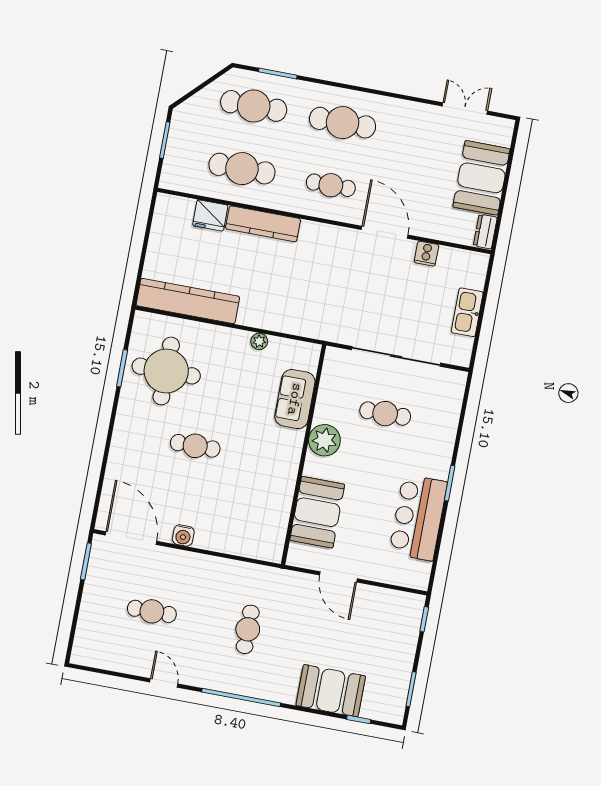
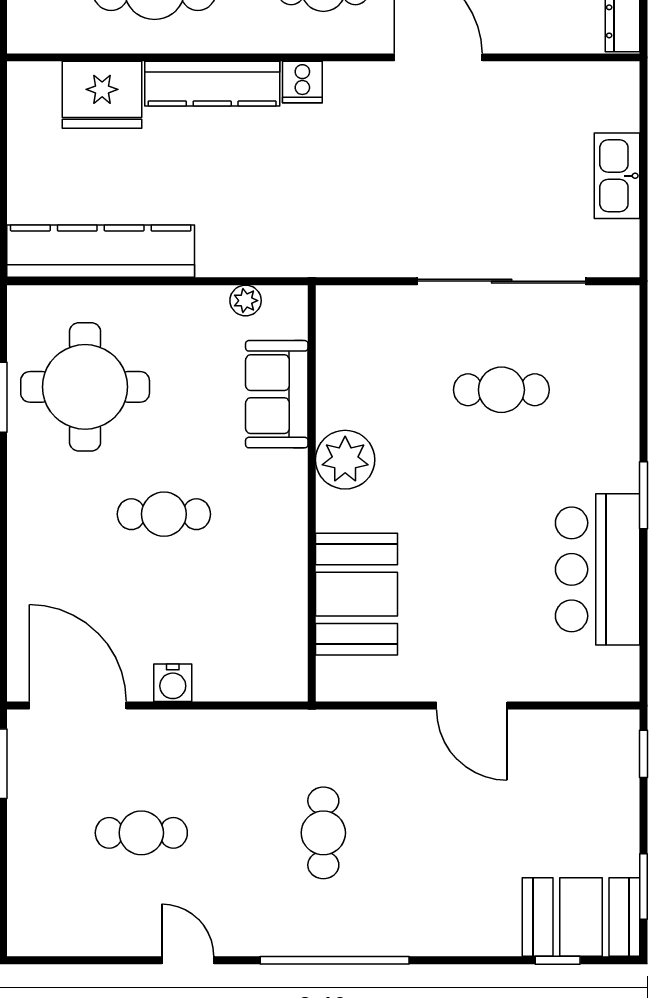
fridge: (210, 215) -> (102, 95), width x1.36, depth x1.34
cooker: (426, 254) -> (302, 82), moved
sofa: (295, 399) -> (277, 394), moved
plant: (324, 440) -> (345, 460), moved
wall: (304, 455) -> (312, 493), moved
booth: (317, 512) -> (357, 594), moved
booth: (331, 691) -> (581, 917), moved

